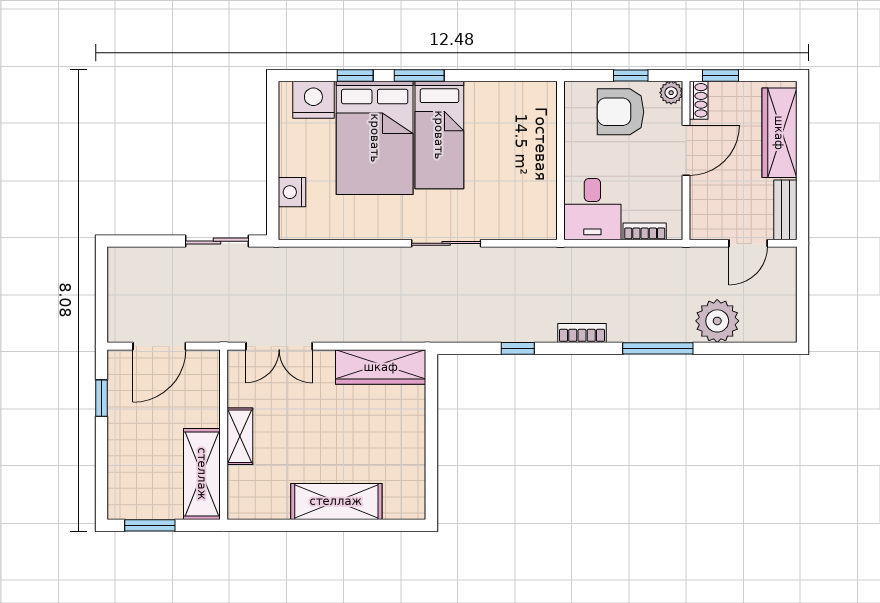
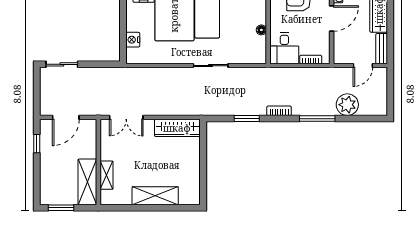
floor lamp: (547, 173) -> (261, 30), added
sliding door: (217, 241) -> (62, 64), moved
window: (518, 348) -> (247, 119), width x1.50
shelving: (240, 436) -> (106, 175), moved

